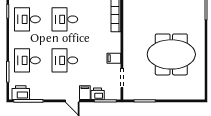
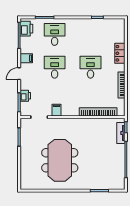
desk: (27, 19) -> (91, 34), removed
filing cabinet: (85, 93) -> (26, 58), moved

